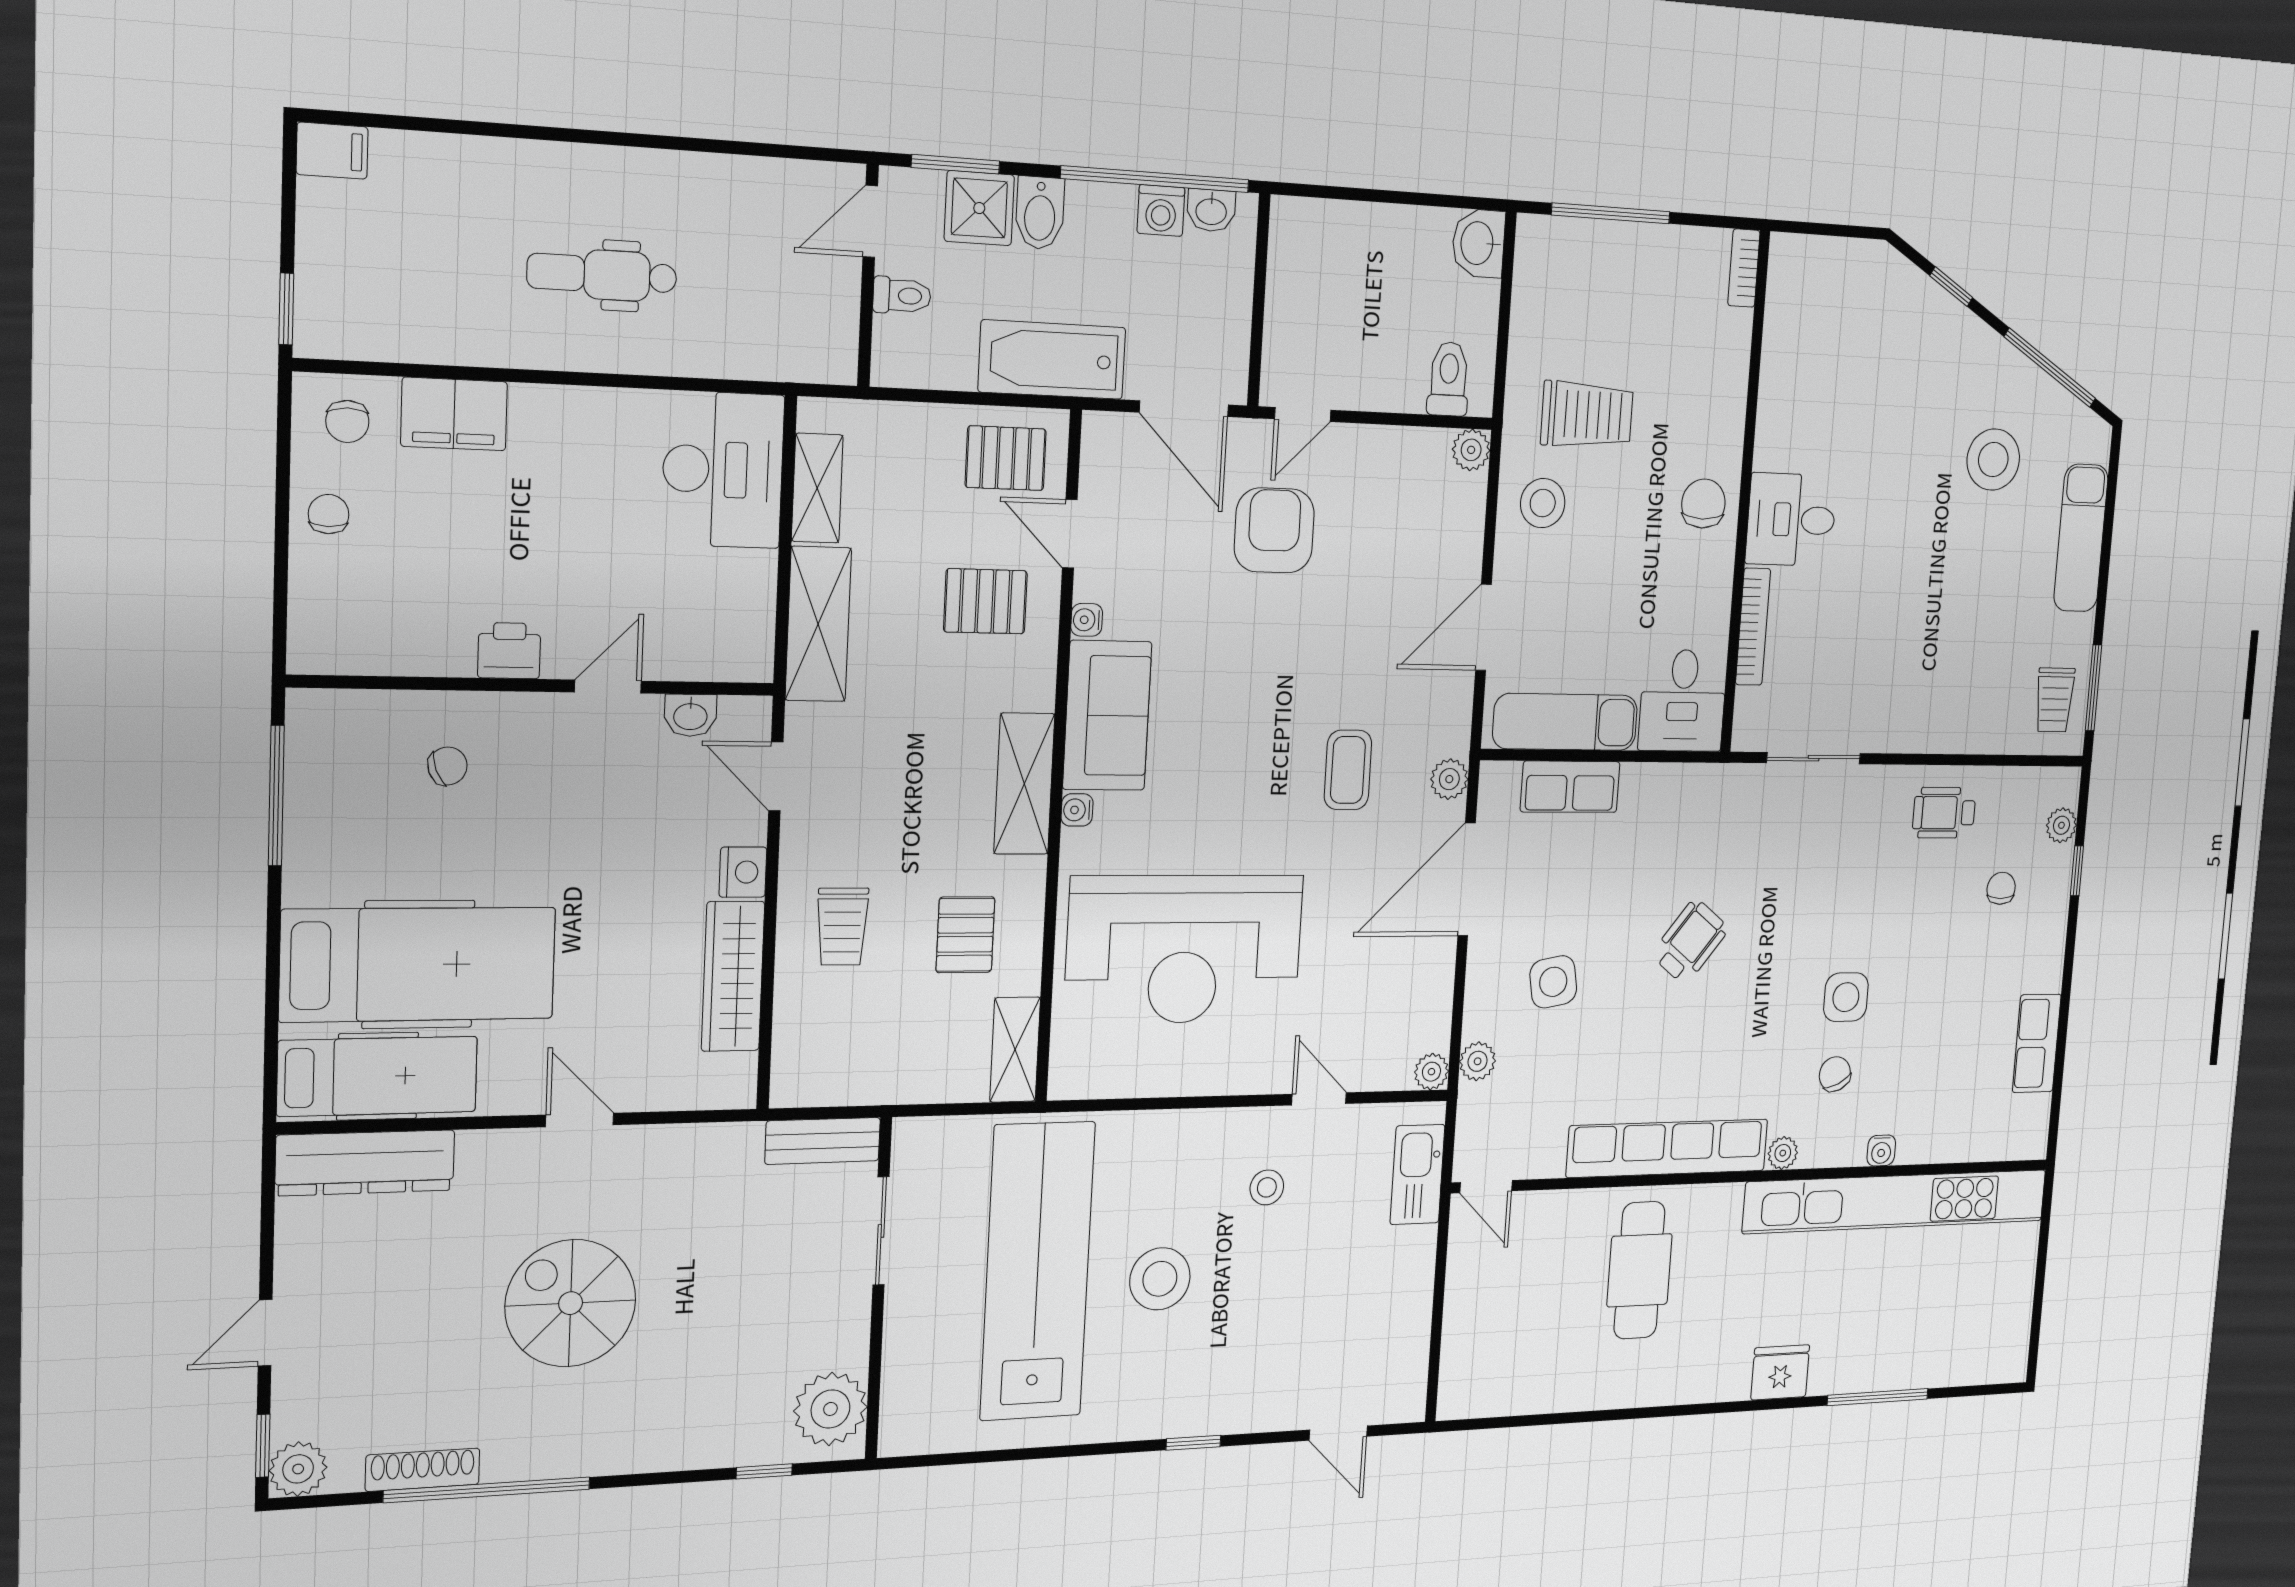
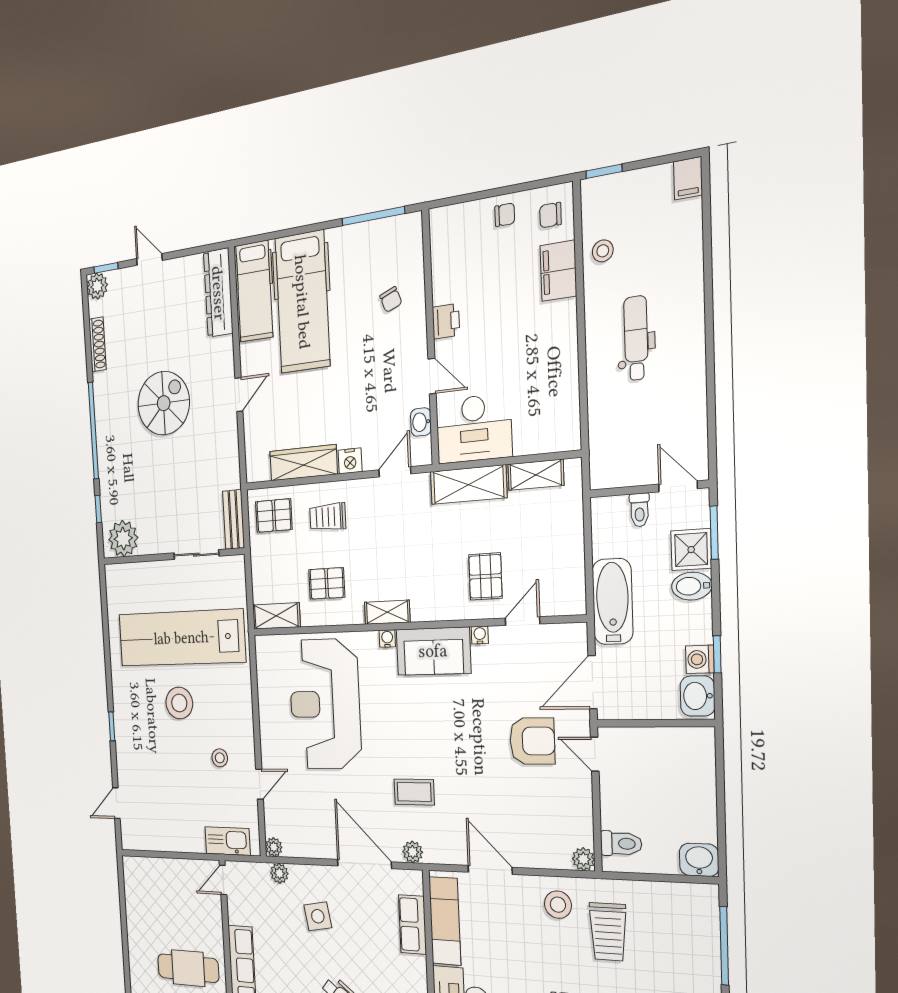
window: (1155, 179) -> (717, 654), width x0.32
washbasin: (1211, 210) -> (697, 696), width x1.38, depth x1.45
stool: (433, 324) -> (603, 251), added
pallet: (1006, 458) -> (274, 516), moved, turned 90
desk: (723, 470) -> (474, 429), moved
shelving: (1024, 784) -> (387, 612), width x0.67, depth x0.75
lab bench: (1037, 1271) -> (181, 638), turned 180
window: (487, 1490) -> (93, 431), moved

